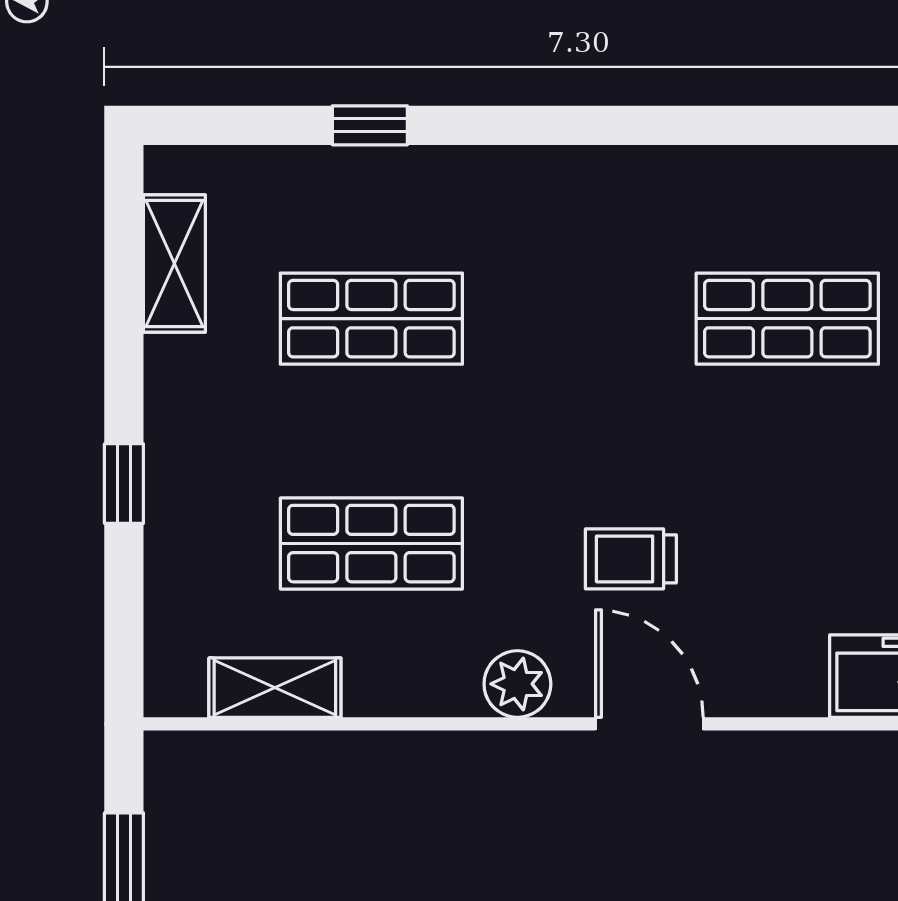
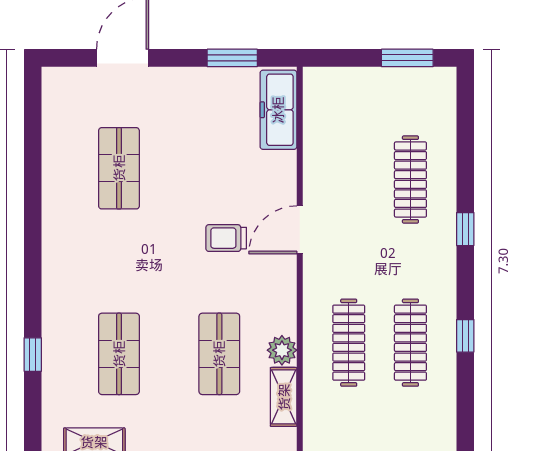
trolley: (631, 559) -> (226, 238), turned 90
plant: (517, 684) -> (282, 350), moved
clothes rail: (396, 834) -> (349, 343), added

